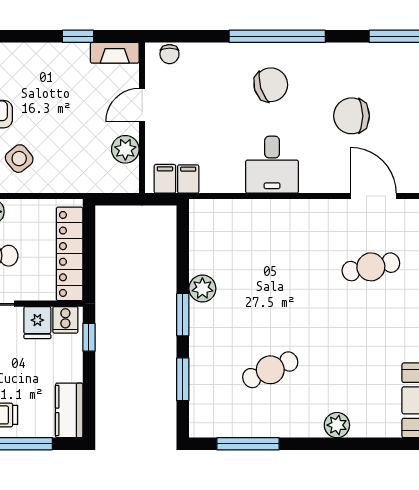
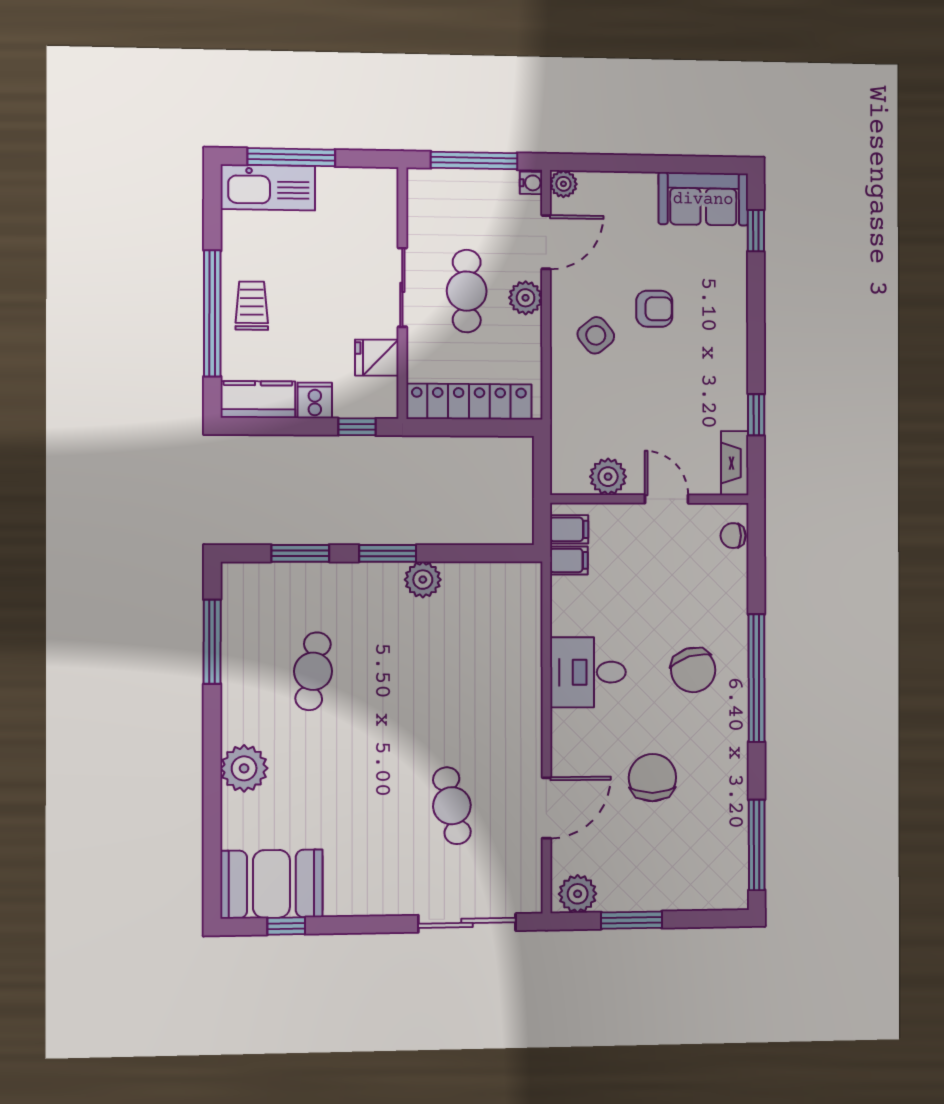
cooker: (65, 320) -> (315, 400), moved, turned 90
cafe table: (270, 370) -> (313, 671), turned 33
plant: (337, 425) -> (244, 768), width x1.36, depth x1.36

